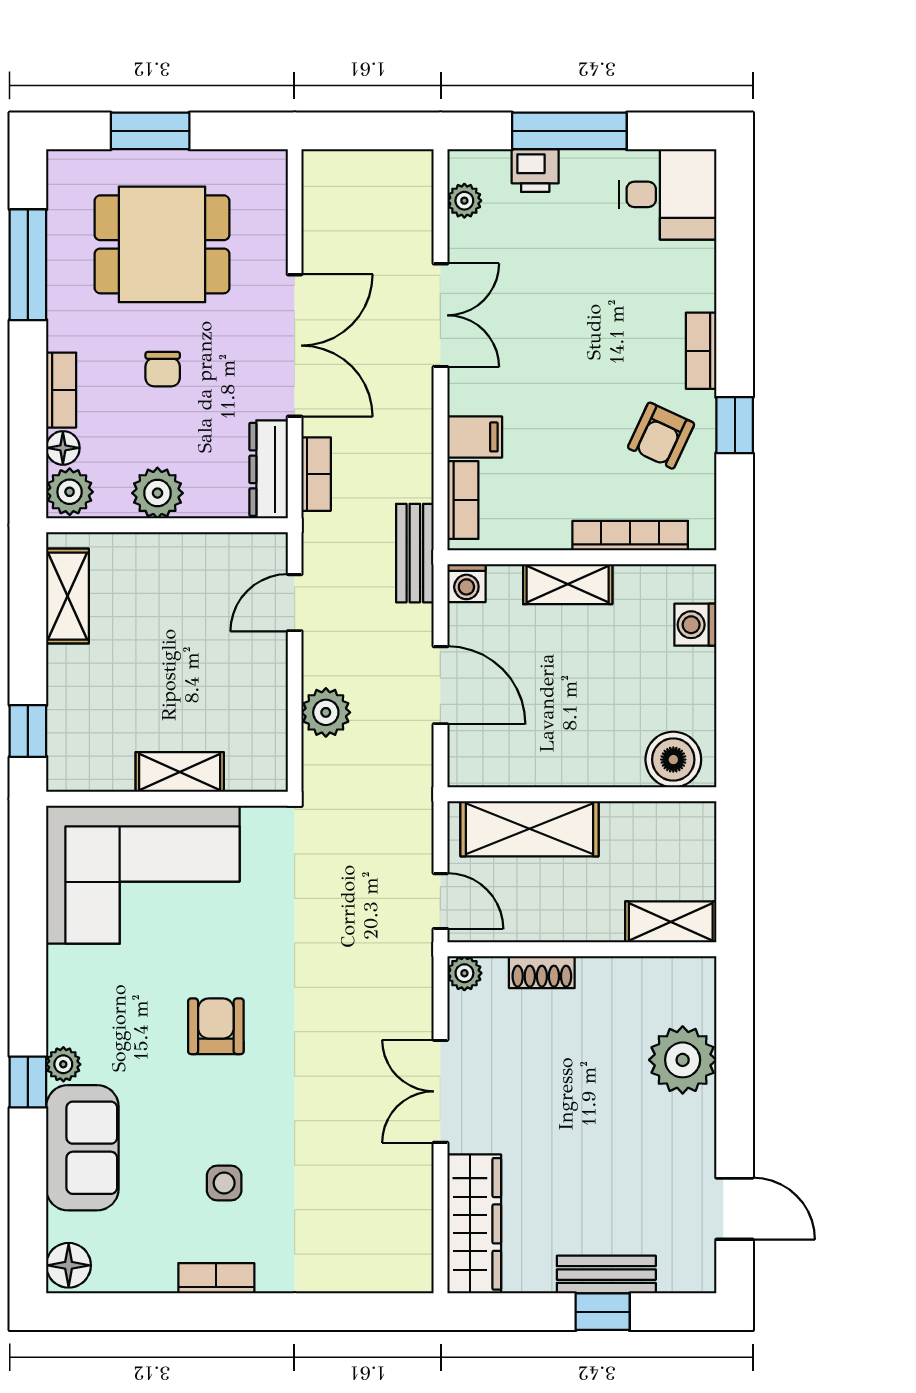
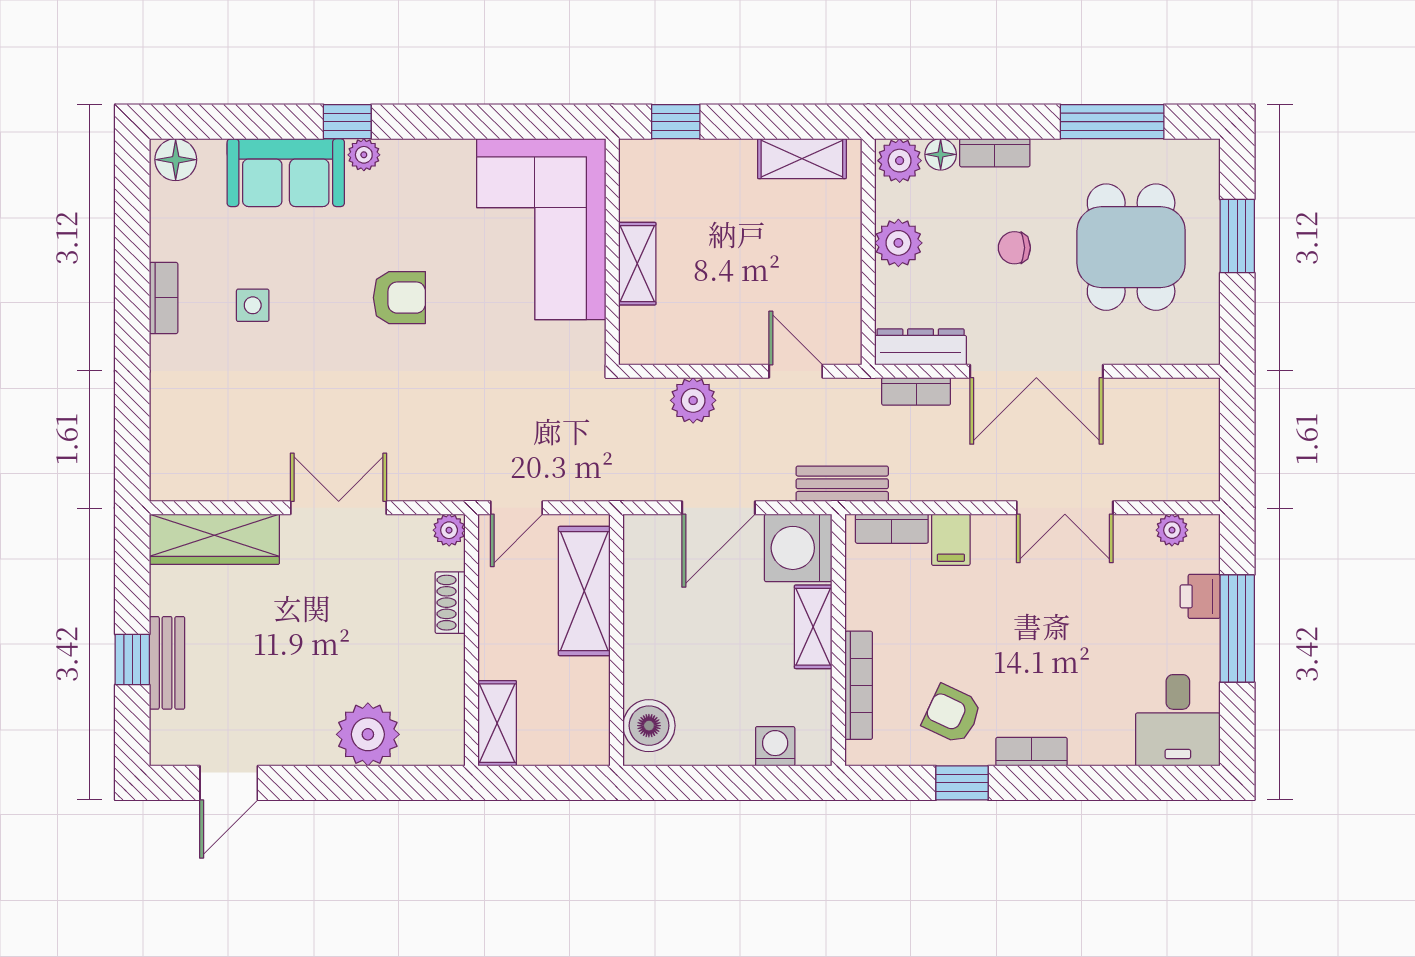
washing machine: (466, 583) -> (798, 548), width x1.89, depth x1.89

